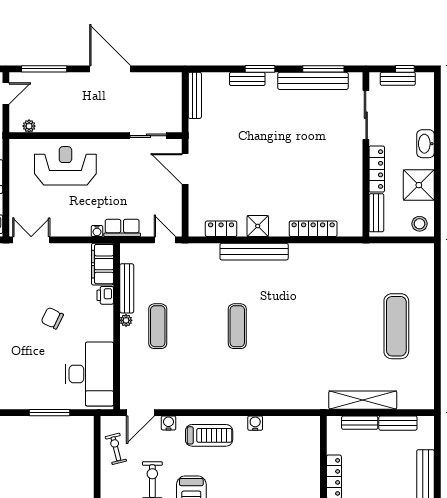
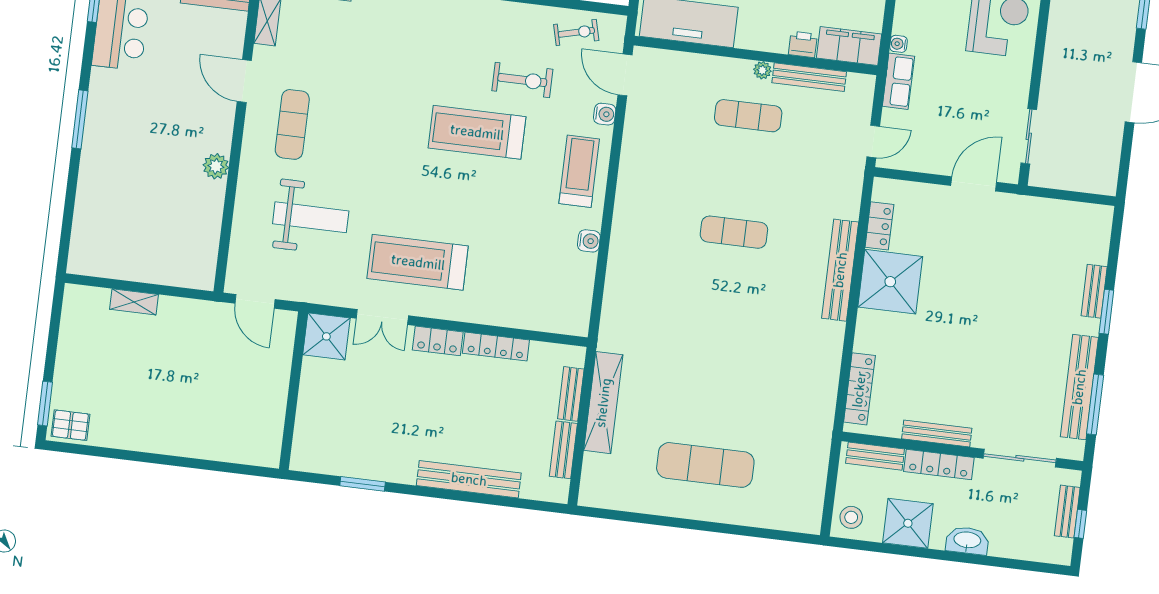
bench: (195, 95) -> (937, 433), moved
shower: (258, 226) -> (890, 282), width x1.86, depth x1.86
locker: (313, 229) -> (859, 389), moved
treadmill: (209, 435) -> (579, 171), turned 180

